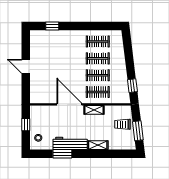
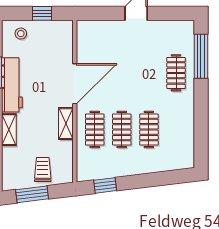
window: (52, 26) -> (201, 56), width x2.17
clothes rail: (98, 42) -> (176, 73), moved

